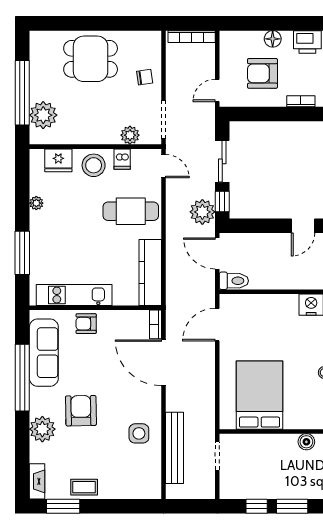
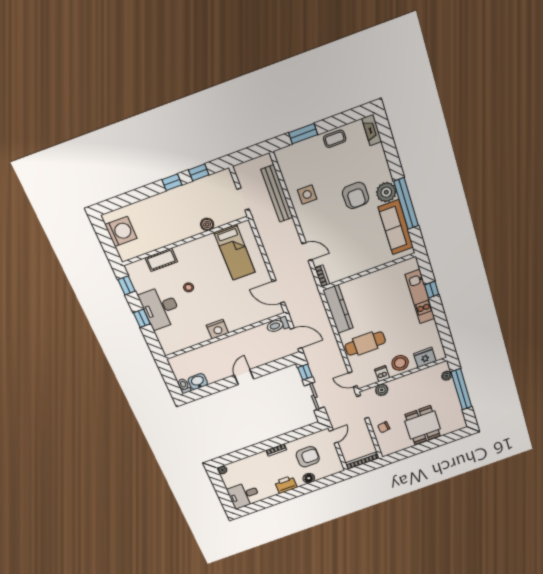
dining table: (91, 59) -> (423, 425), turned 90
plant: (43, 115) -> (447, 376), width x0.53, depth x0.53
plant: (36, 203) -> (432, 325), removed
plant: (202, 212) -> (316, 361), removed
window: (22, 253) -> (432, 290), width x0.46
kitchen unit: (74, 295) -> (420, 297), moved, turned 90
armchair: (86, 324) -> (372, 258), removed
door: (217, 325) -> (278, 292), swing flipped
door: (163, 363) -> (307, 252), width x0.53
bed: (260, 395) -> (235, 252), width x0.67
plant: (42, 429) -> (386, 192), moved
boiler: (306, 442) -> (207, 224), moved
window: (63, 506) -> (303, 134), moved
window: (292, 506) -> (172, 182), width x0.67

